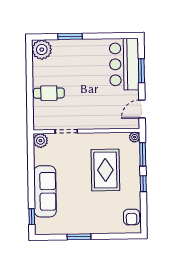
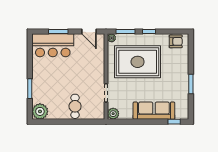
rug: (105, 170) -> (138, 62), width x1.37, depth x1.44

